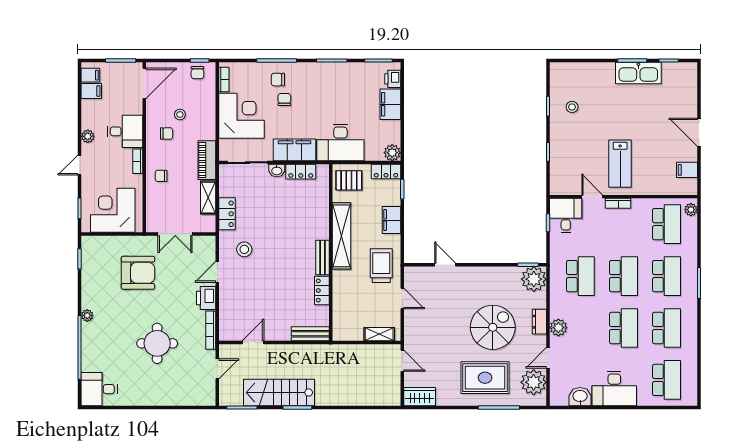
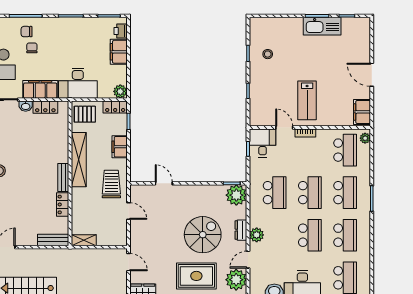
filing cabinet: (687, 170) -> (362, 112), width x2.00
shelving: (379, 334) -> (84, 240), moved

